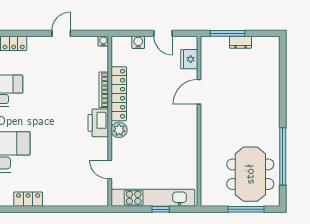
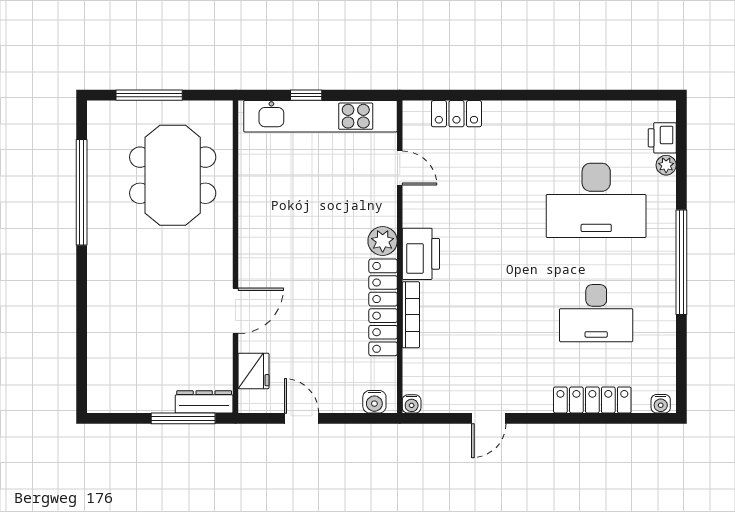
water cooler: (138, 42) -> (374, 402), moved
dresser: (241, 42) -> (204, 402), moved, width x1.44
meeting table: (250, 174) -> (173, 175), moved
locker: (28, 199) -> (456, 114), moved

